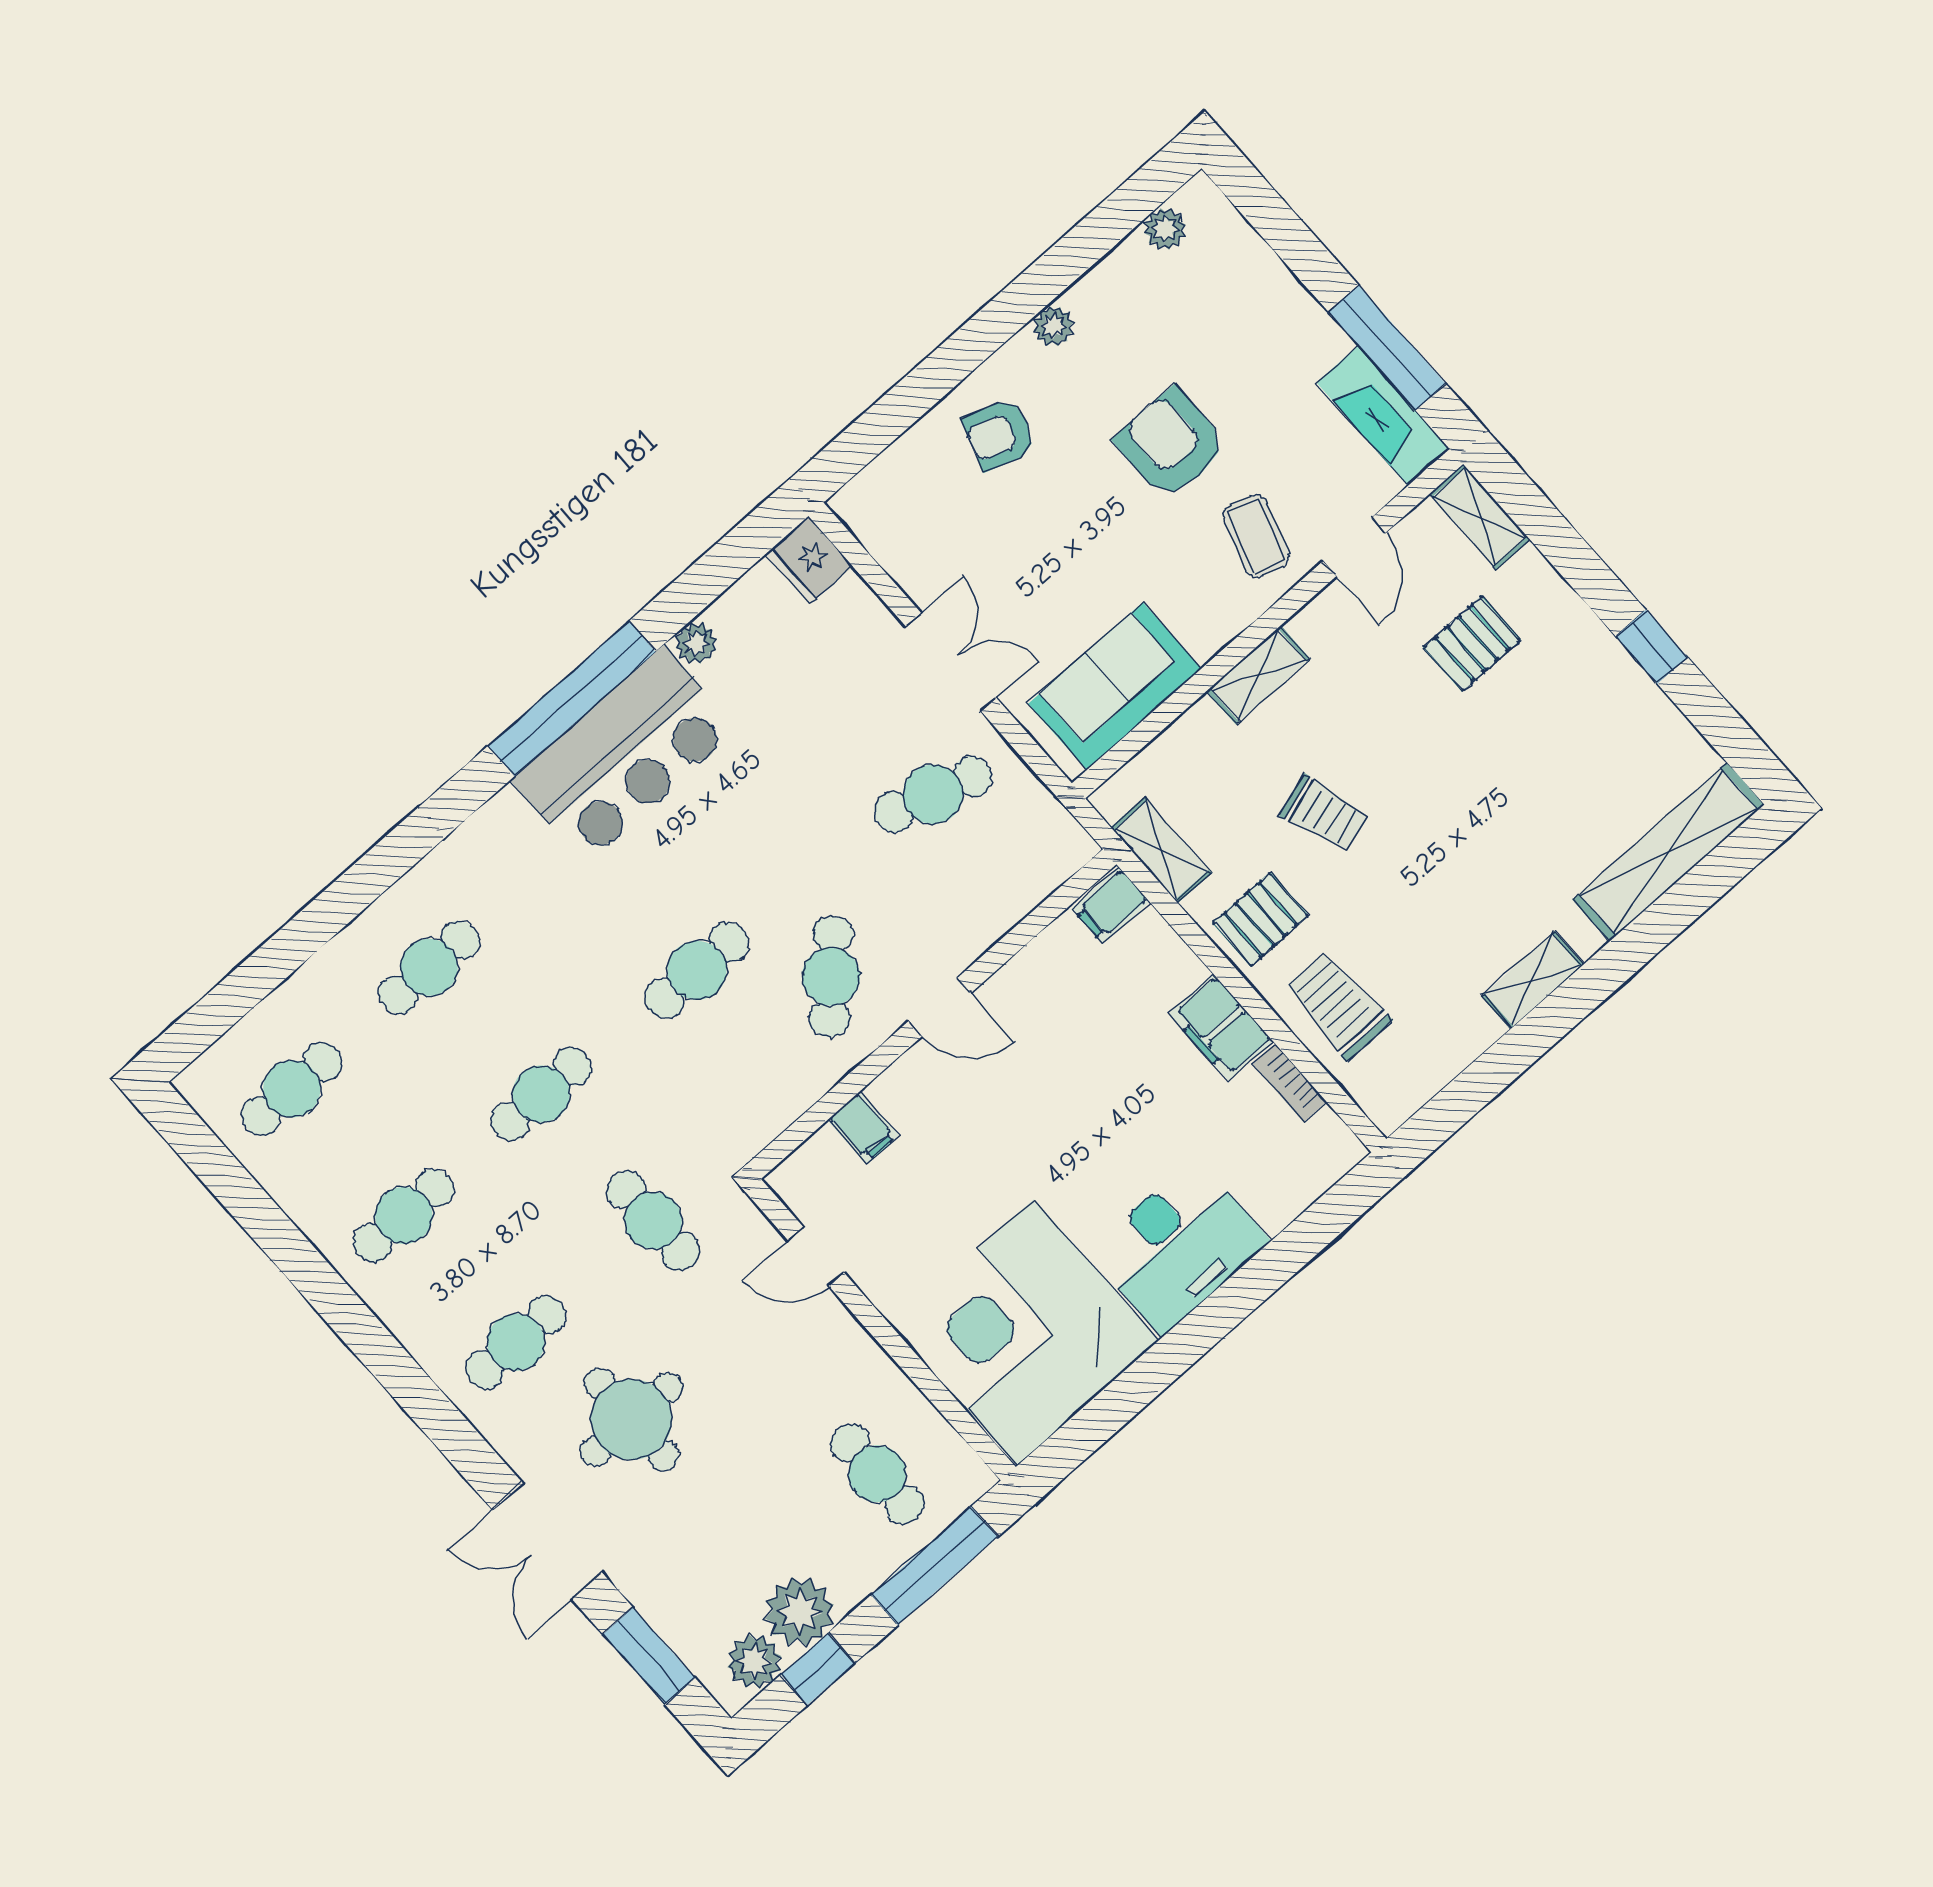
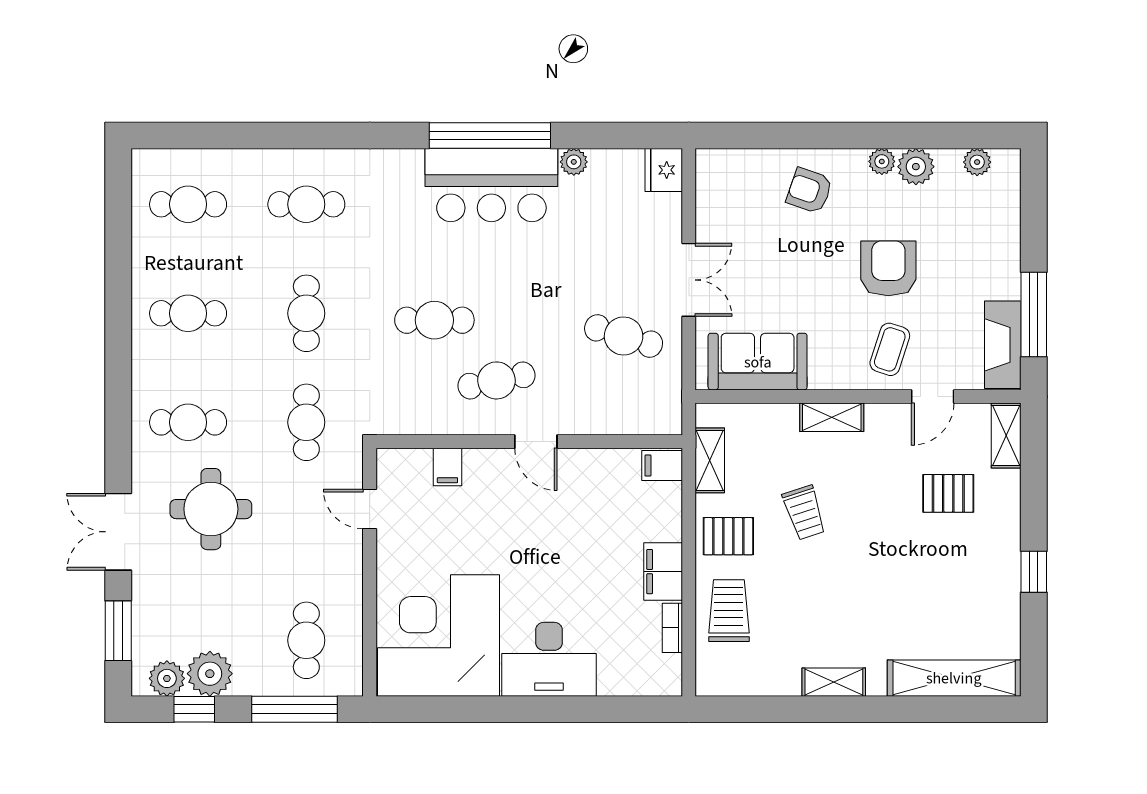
plant: (1098, 297) -> (916, 167), added
cafe table: (831, 977) -> (496, 380), turned 34
cafe table: (541, 1094) -> (306, 313), turned 90

